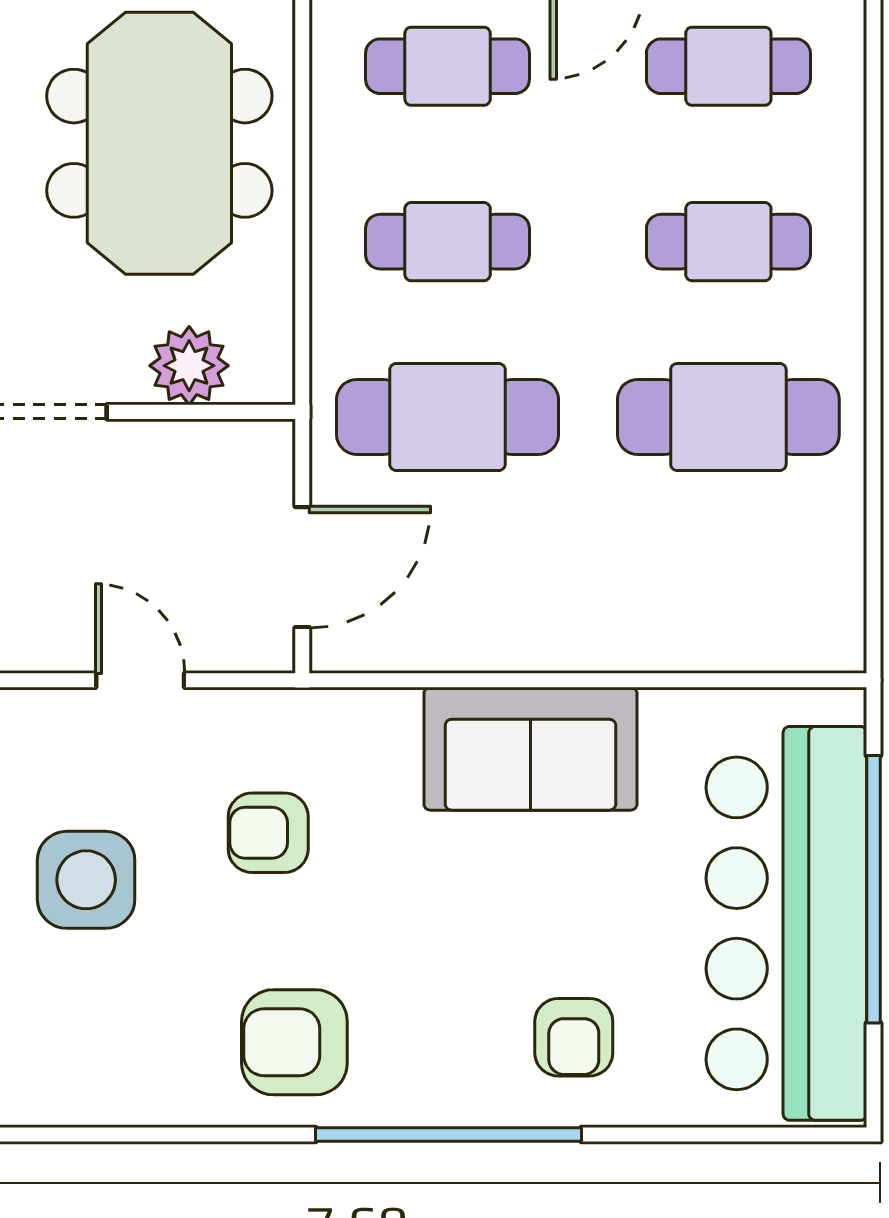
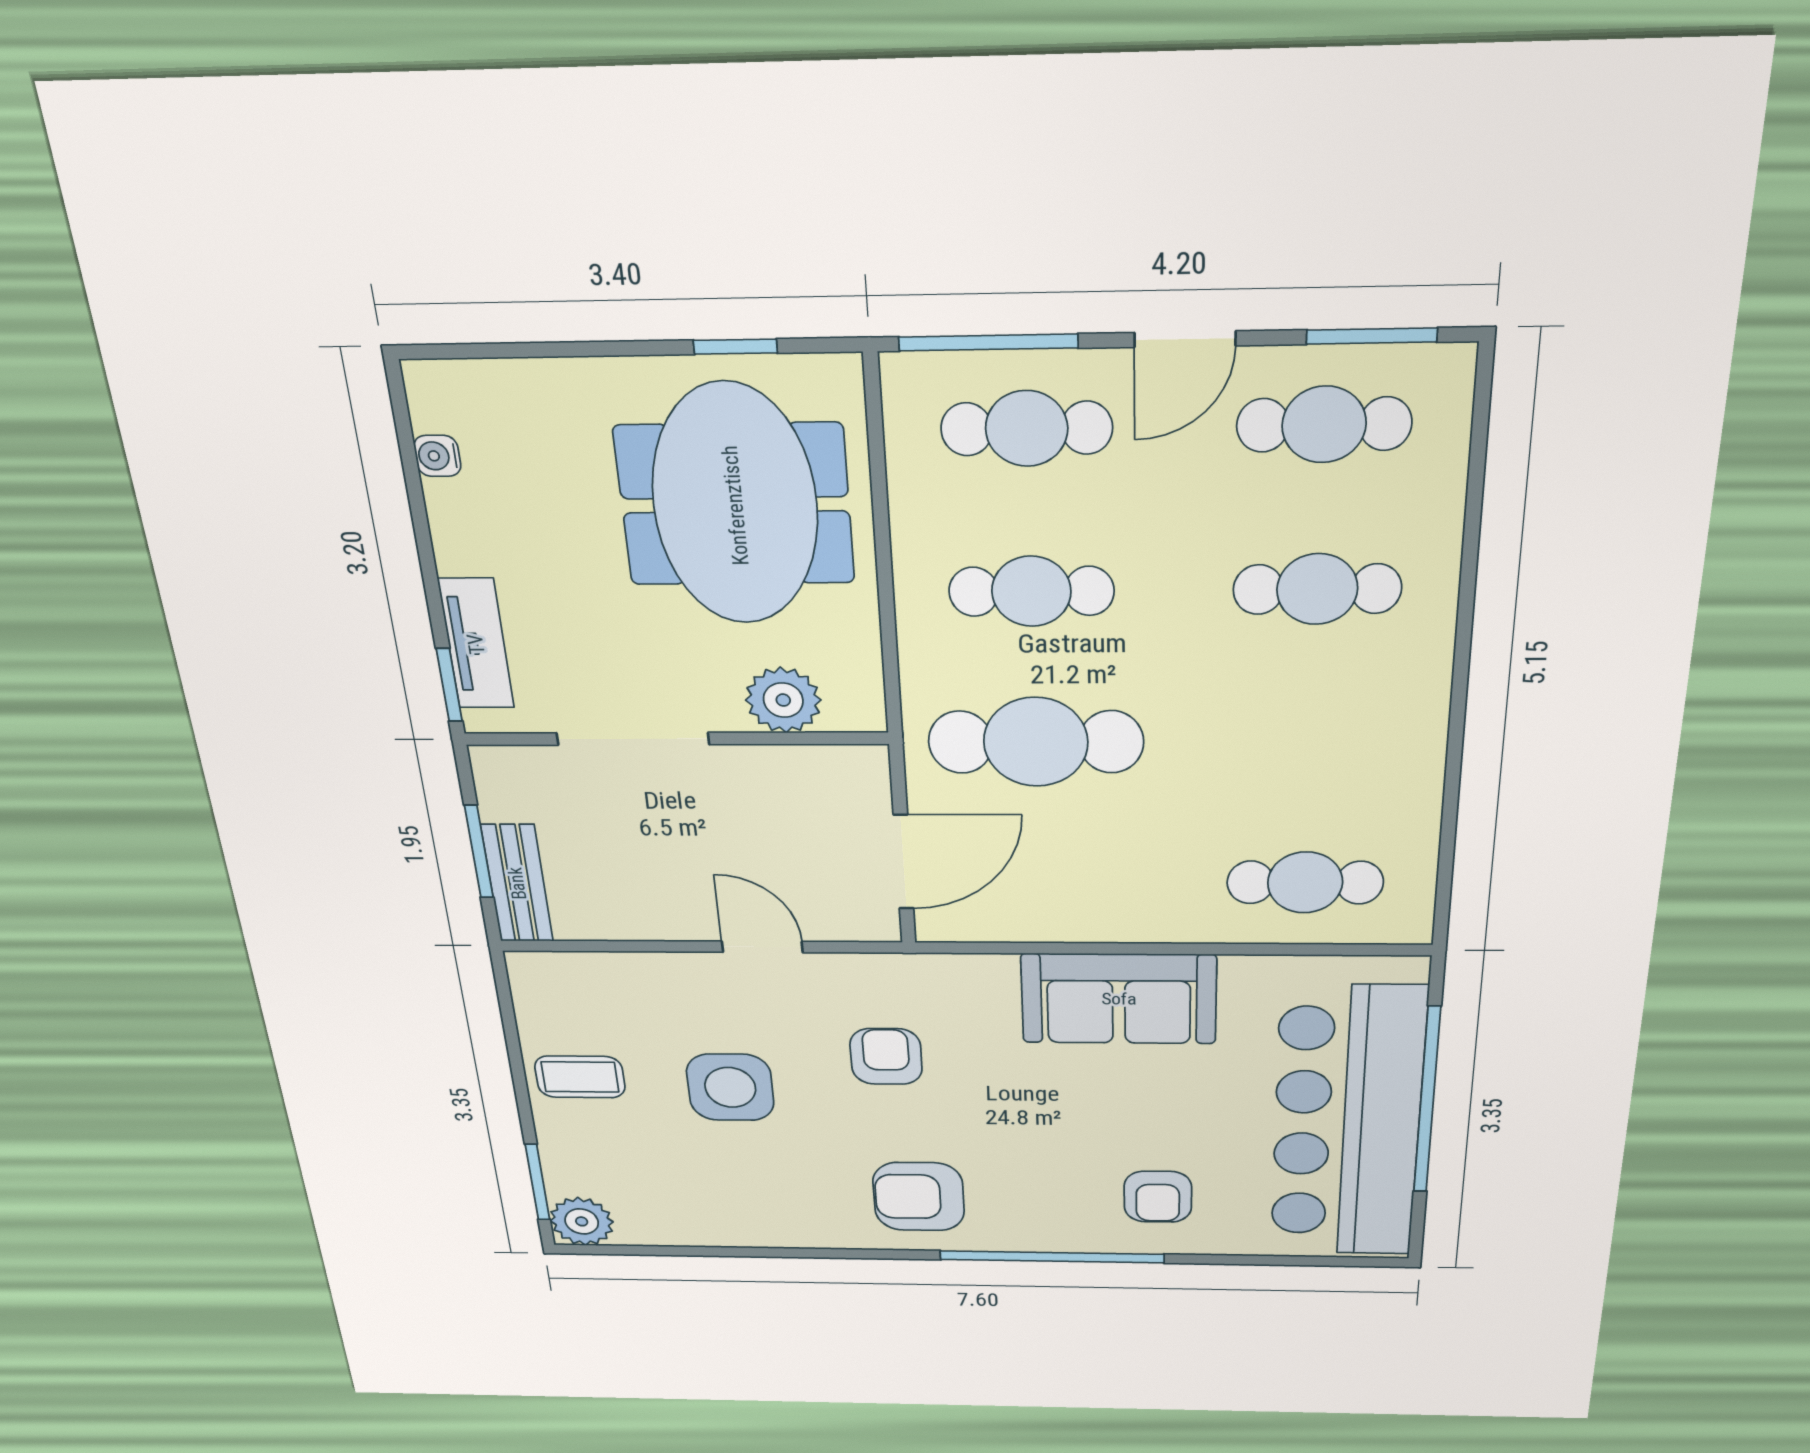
cafe table: (728, 417) -> (1305, 882), moved, width x0.73, depth x0.74
armchair: (268, 833) -> (886, 1057), turned 90

